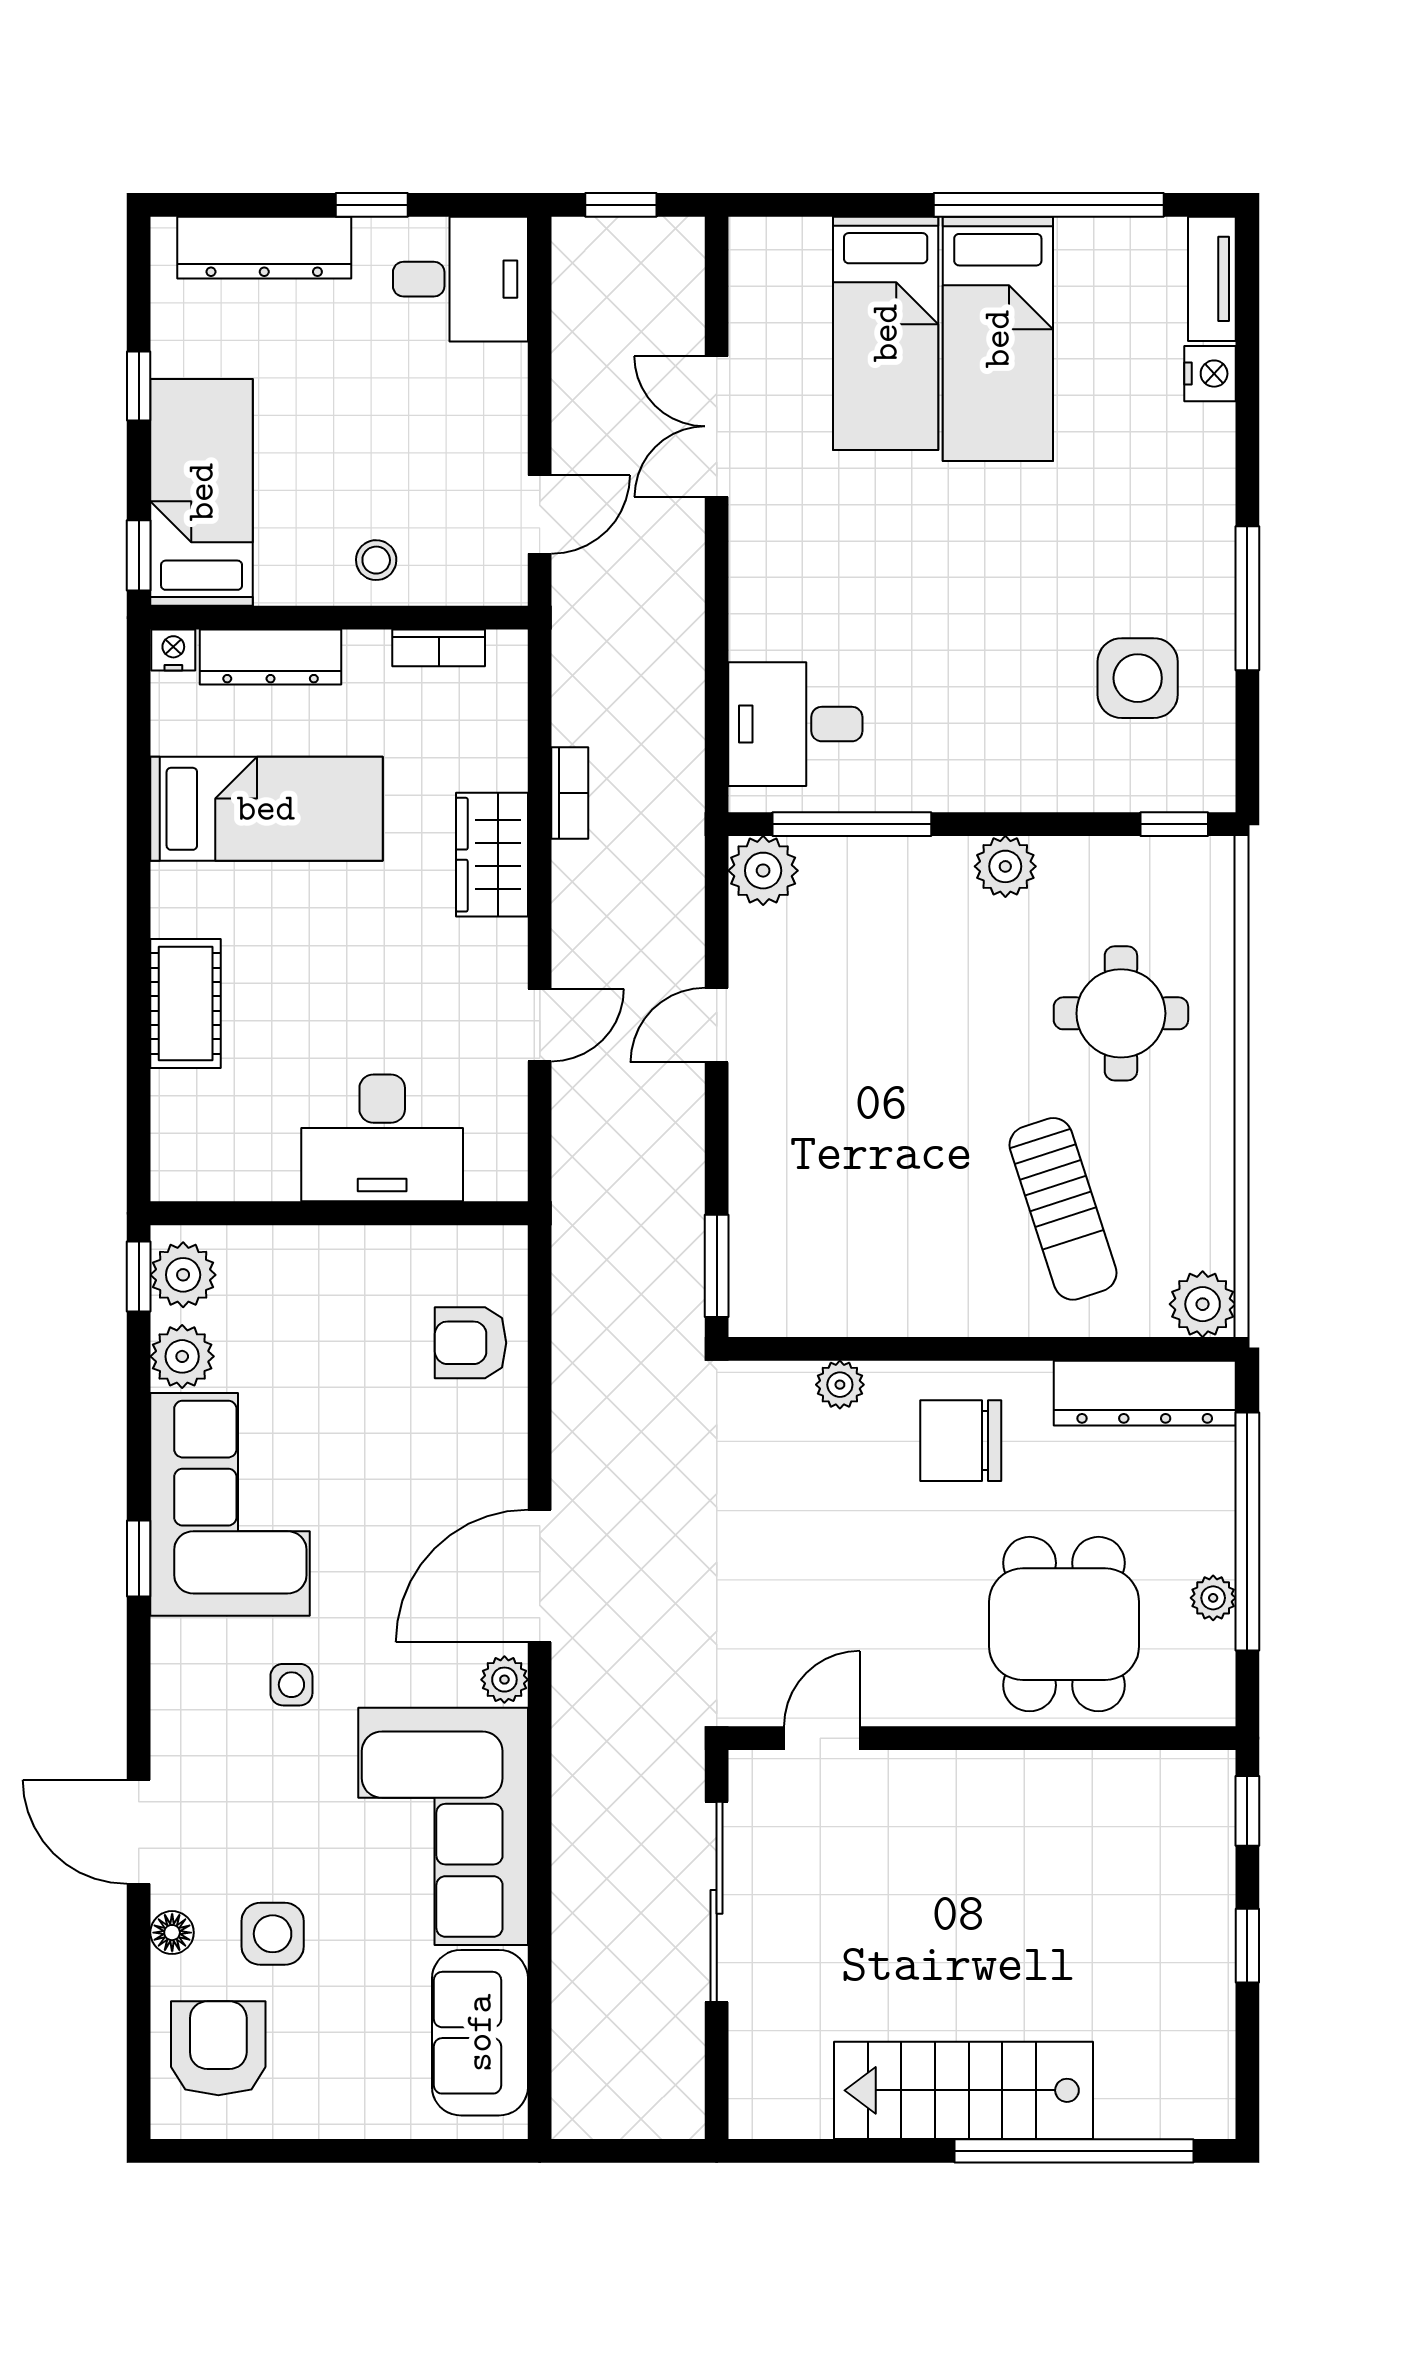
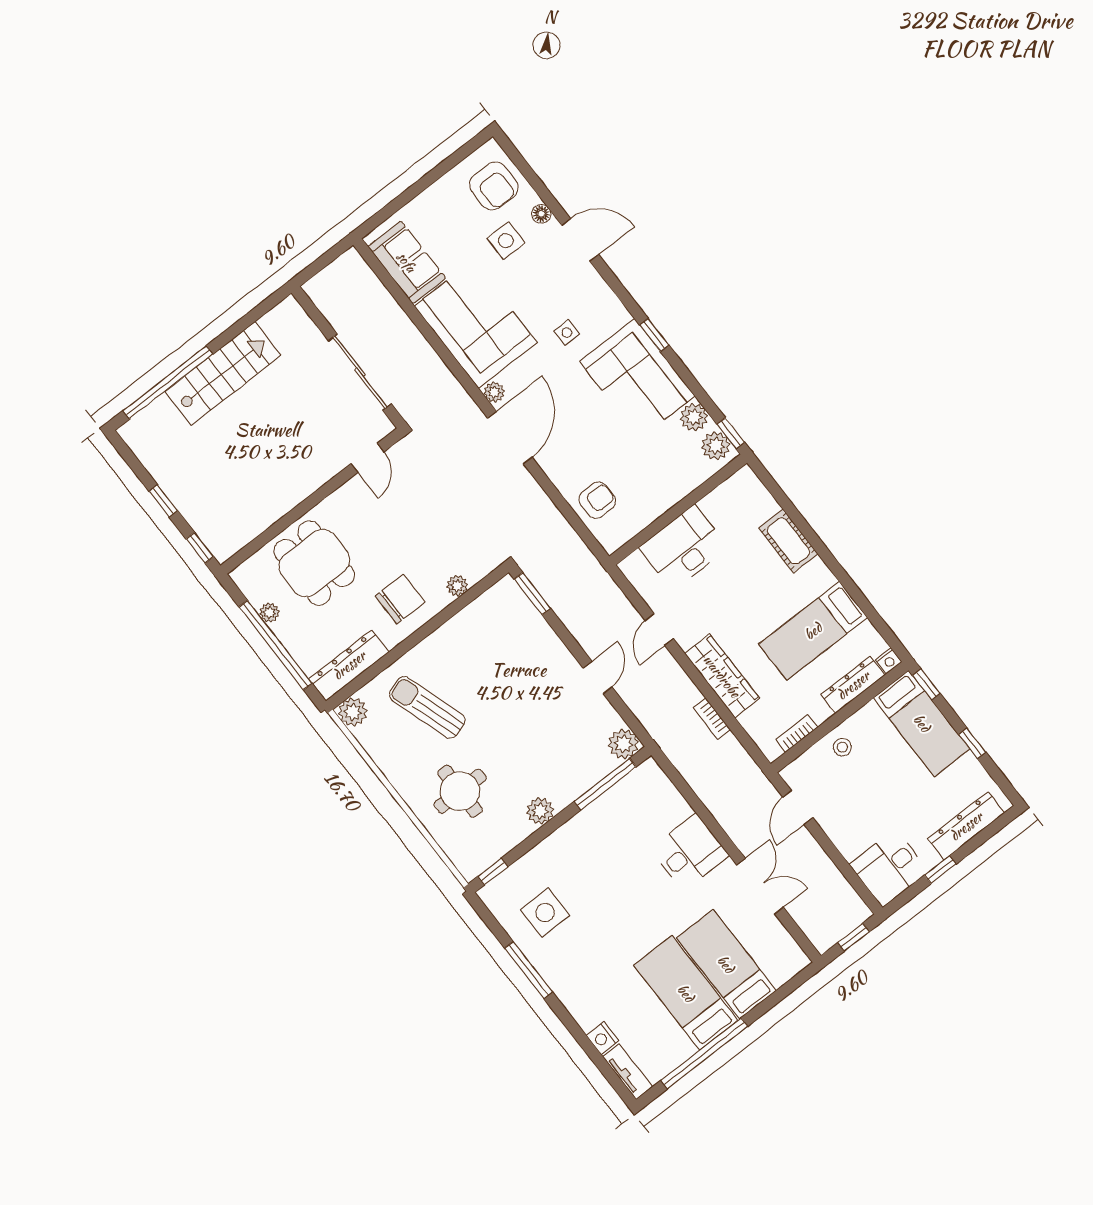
desk: (795, 724) -> (690, 852), moved
wardrobe: (492, 855) -> (722, 676), width x1.50

